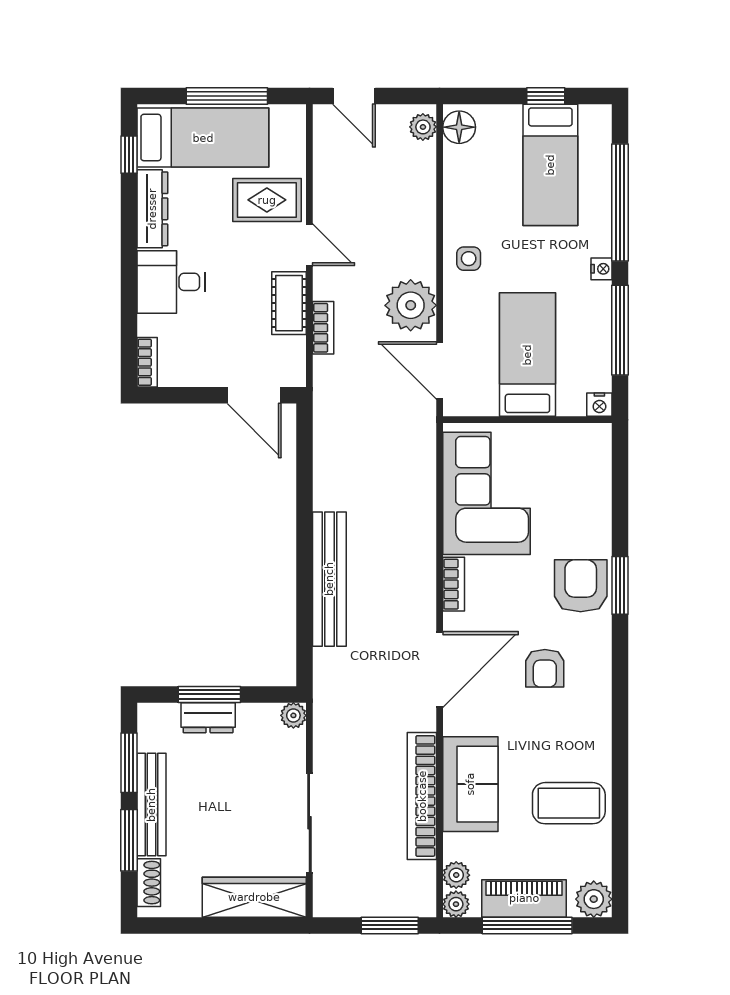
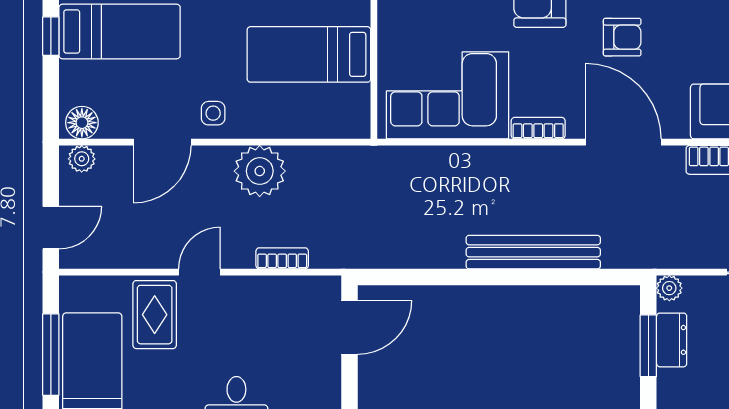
cot: (289, 303) -> (258, 292), removed
door: (440, 370) -> (162, 142), moved
window: (209, 694) -> (648, 346), moved
dresser: (208, 718) -> (672, 340), moved

